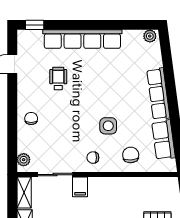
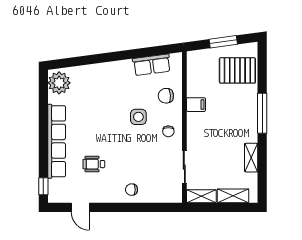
plant: (150, 36) -> (59, 83), width x1.88, depth x1.88
row of seats: (158, 94) -> (108, 70), removed
plant: (24, 160) -> (170, 197), removed
filing cabinet: (80, 187) -> (196, 105), moved

